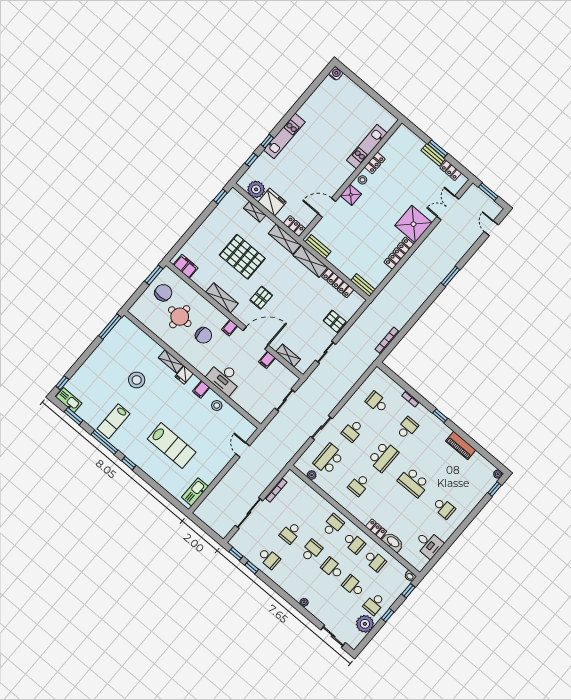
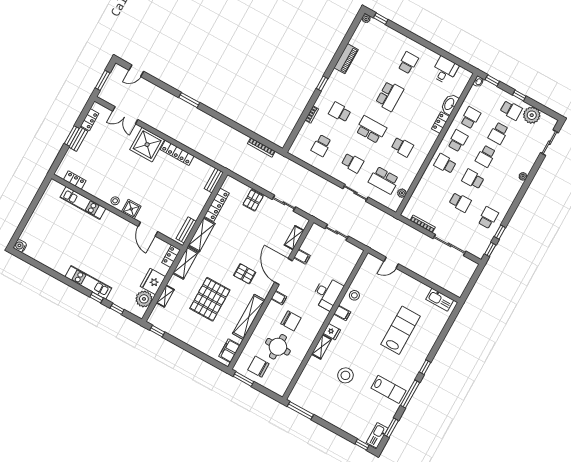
locker: (375, 163) -> (75, 180), moved
shelving: (222, 298) -> (249, 317), width x1.47
chair: (204, 335) -> (291, 321), turned 90

